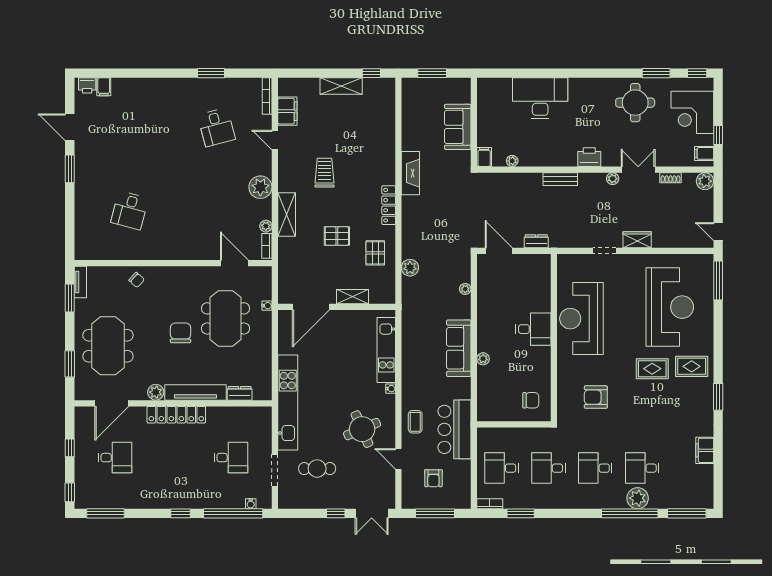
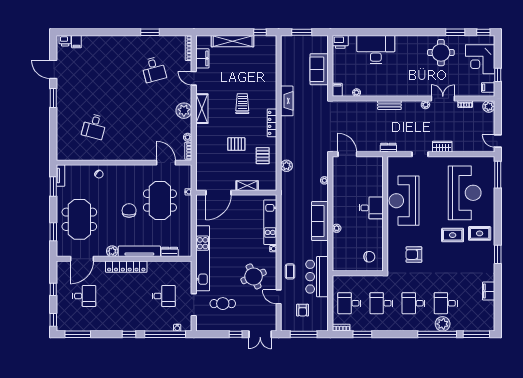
shelving: (341, 86) -> (233, 41), width x1.47
printer: (589, 157) -> (340, 42), moved, turned 180
trolley: (325, 173) -> (242, 104), moved
shelving: (287, 214) -> (202, 109), moved
dresser: (536, 241) -> (388, 148), moved

